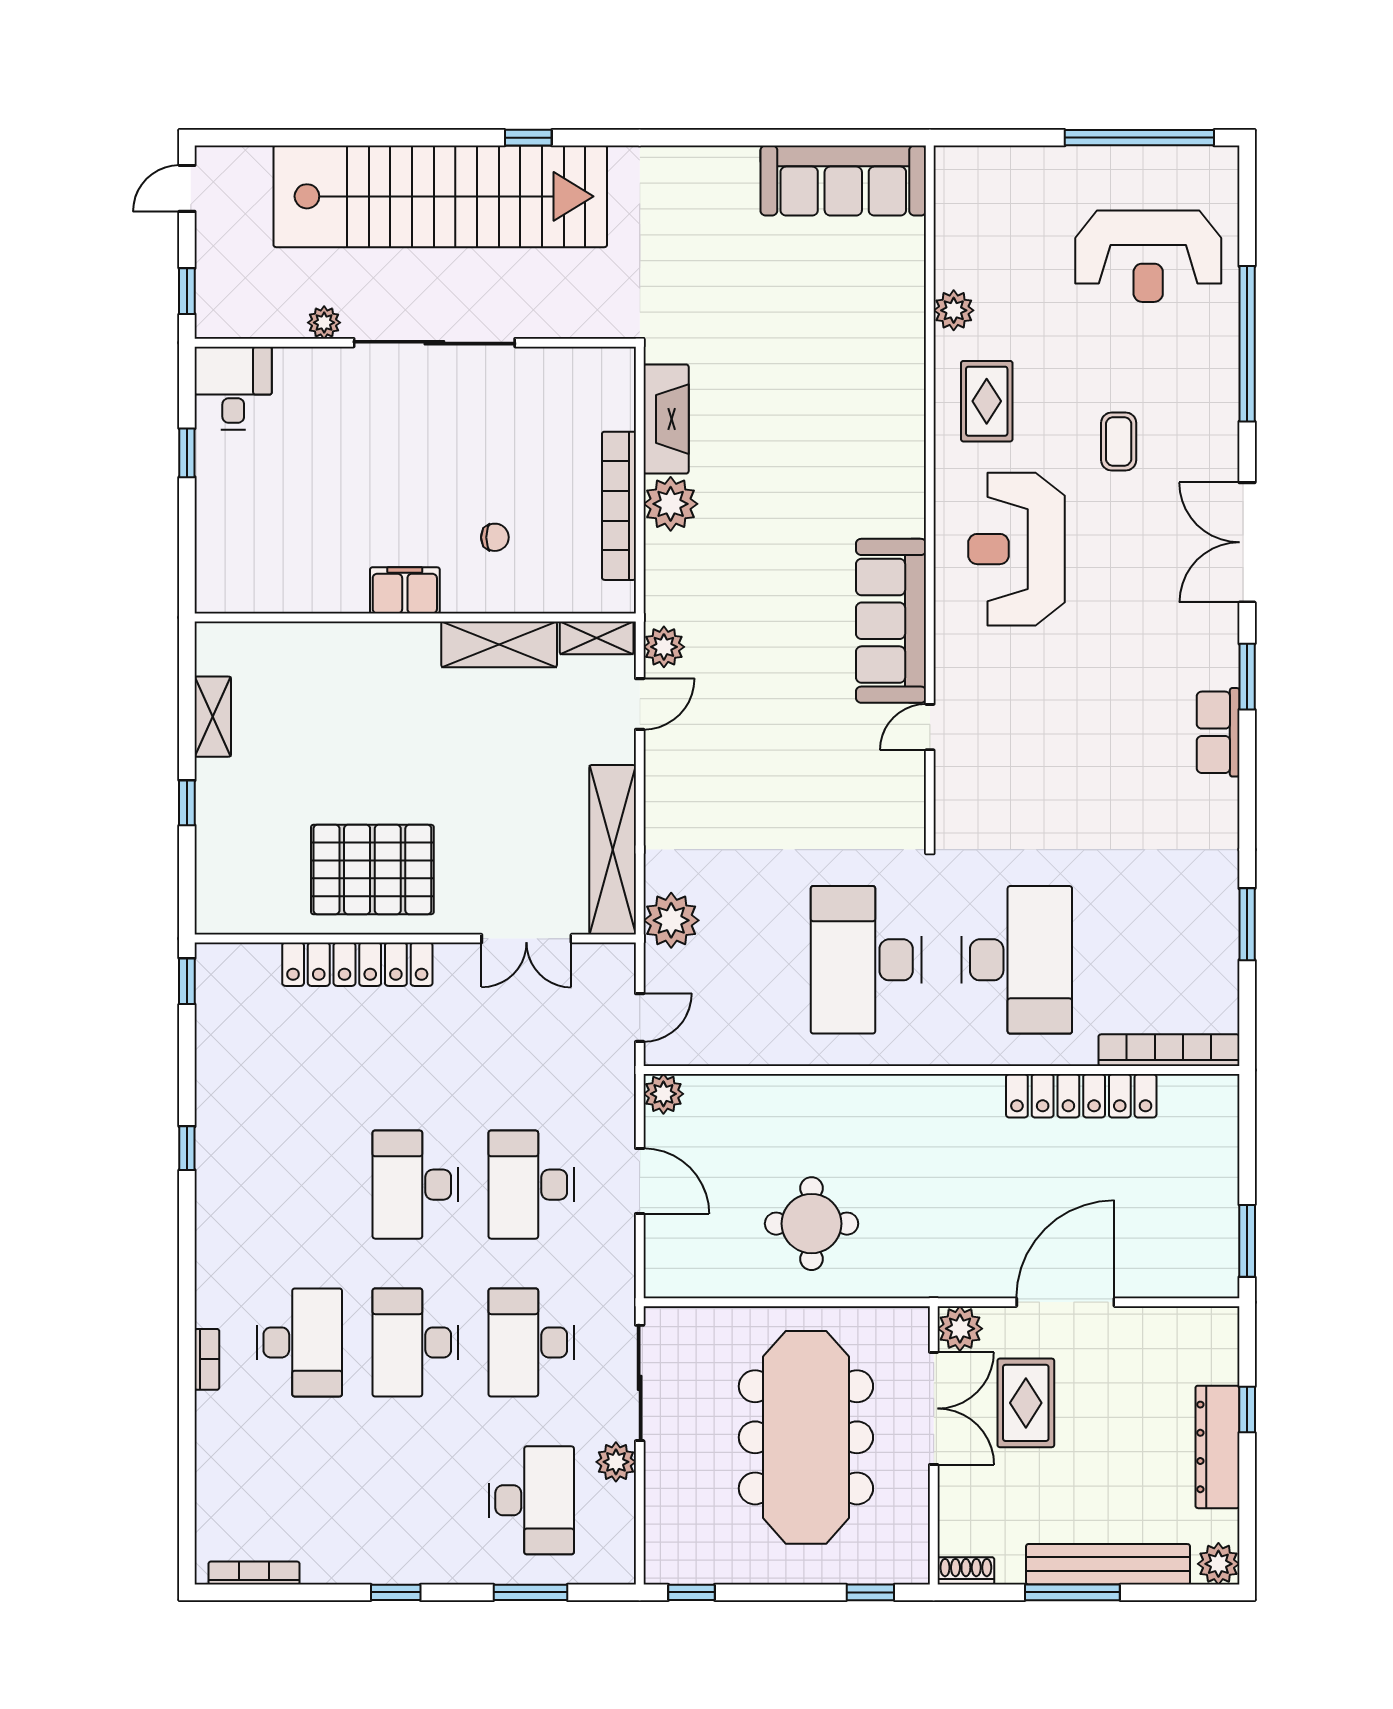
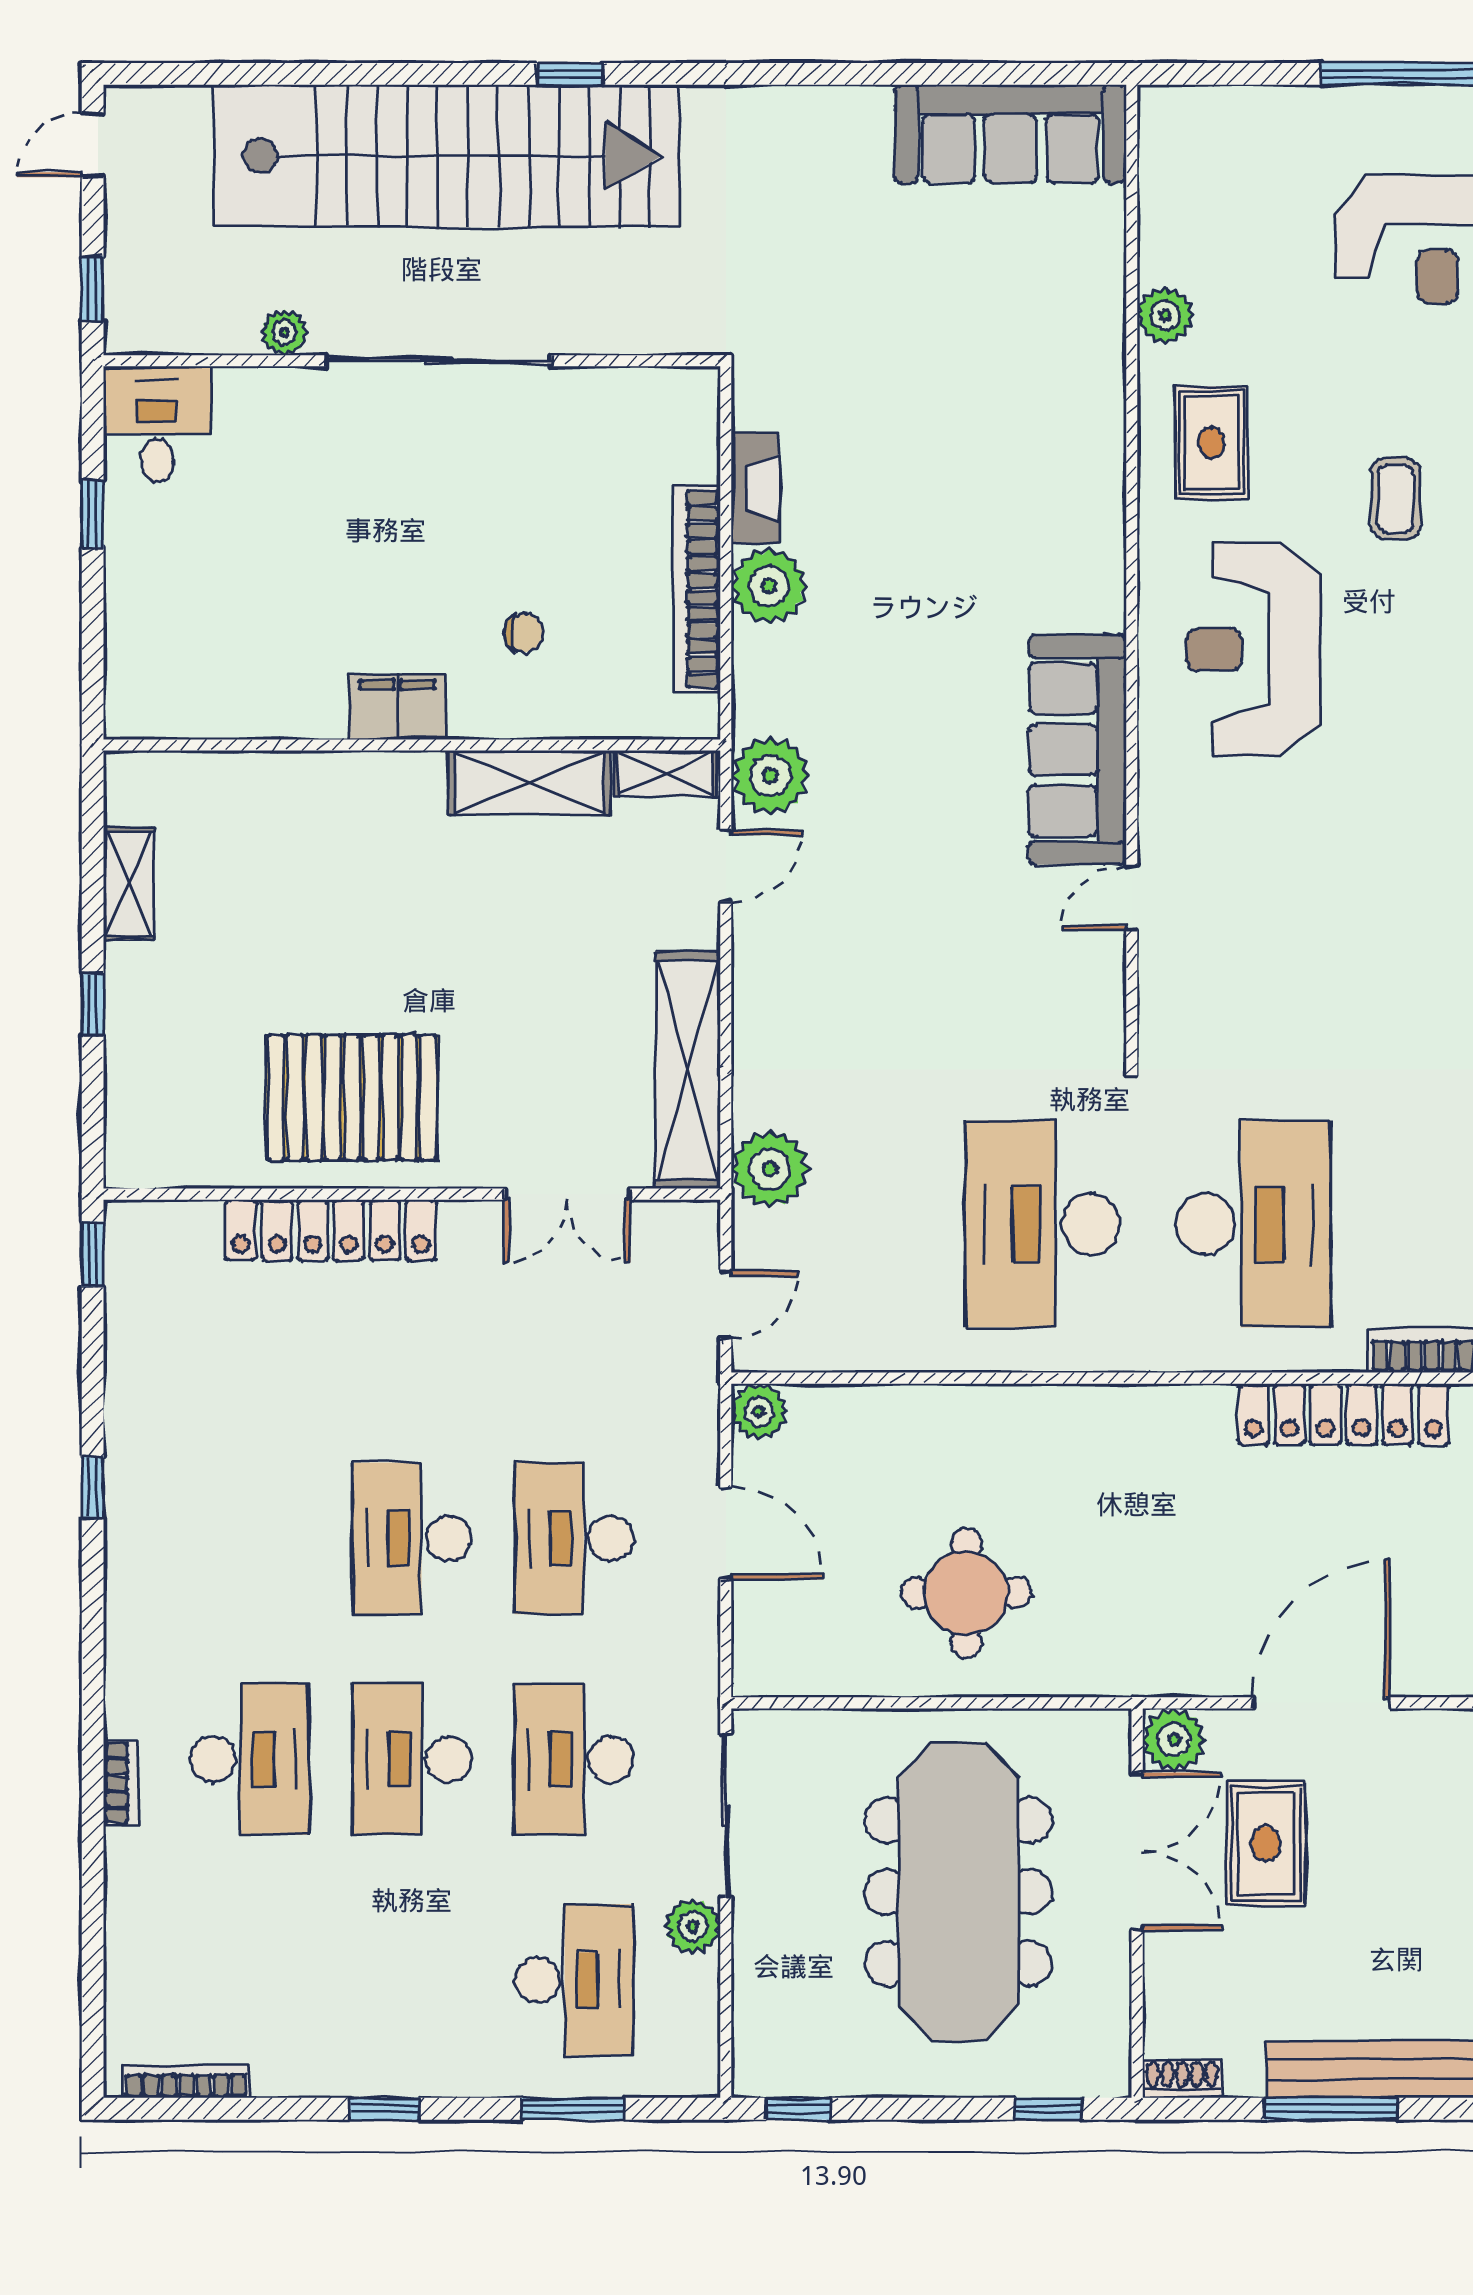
fireplace: (666, 419) -> (755, 488), width x0.73, depth x0.76
plant: (664, 647) -> (770, 776), width x1.36, depth x1.36

